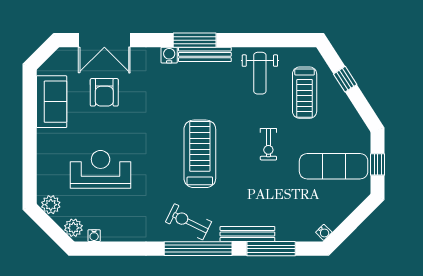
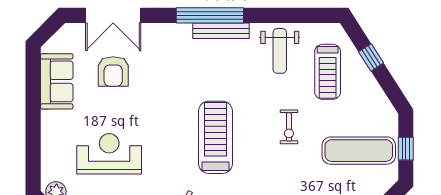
window: (195, 40) -> (210, 15), width x1.46
water cooler: (169, 55) -> (183, 32), removed

